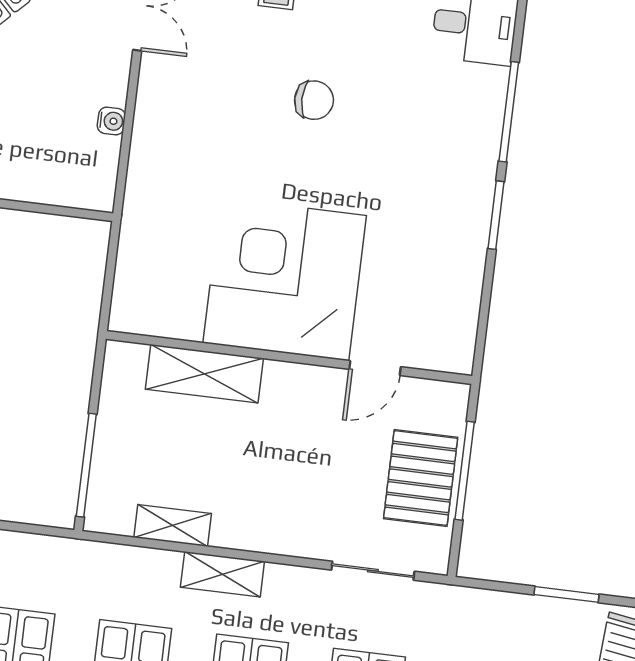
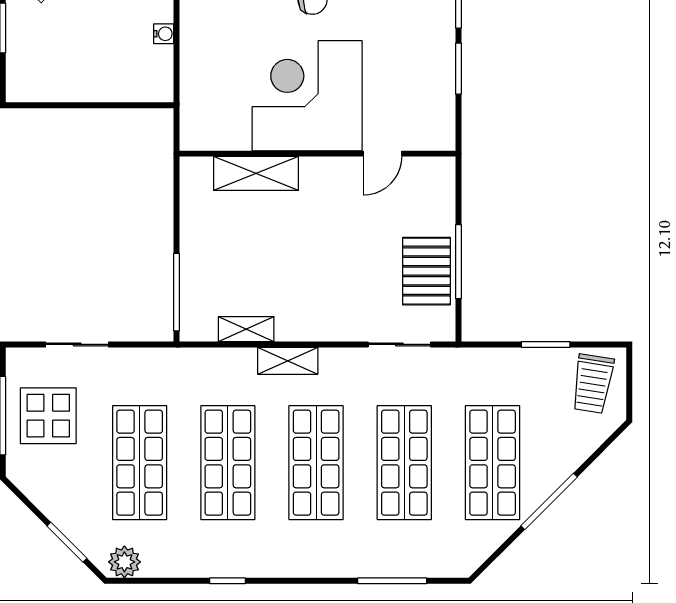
corner desk: (285, 279) -> (307, 96), moved
wall: (289, 357) -> (317, 154), moved
door: (375, 368) -> (382, 154), moved
shelving: (204, 374) -> (256, 173), moved

